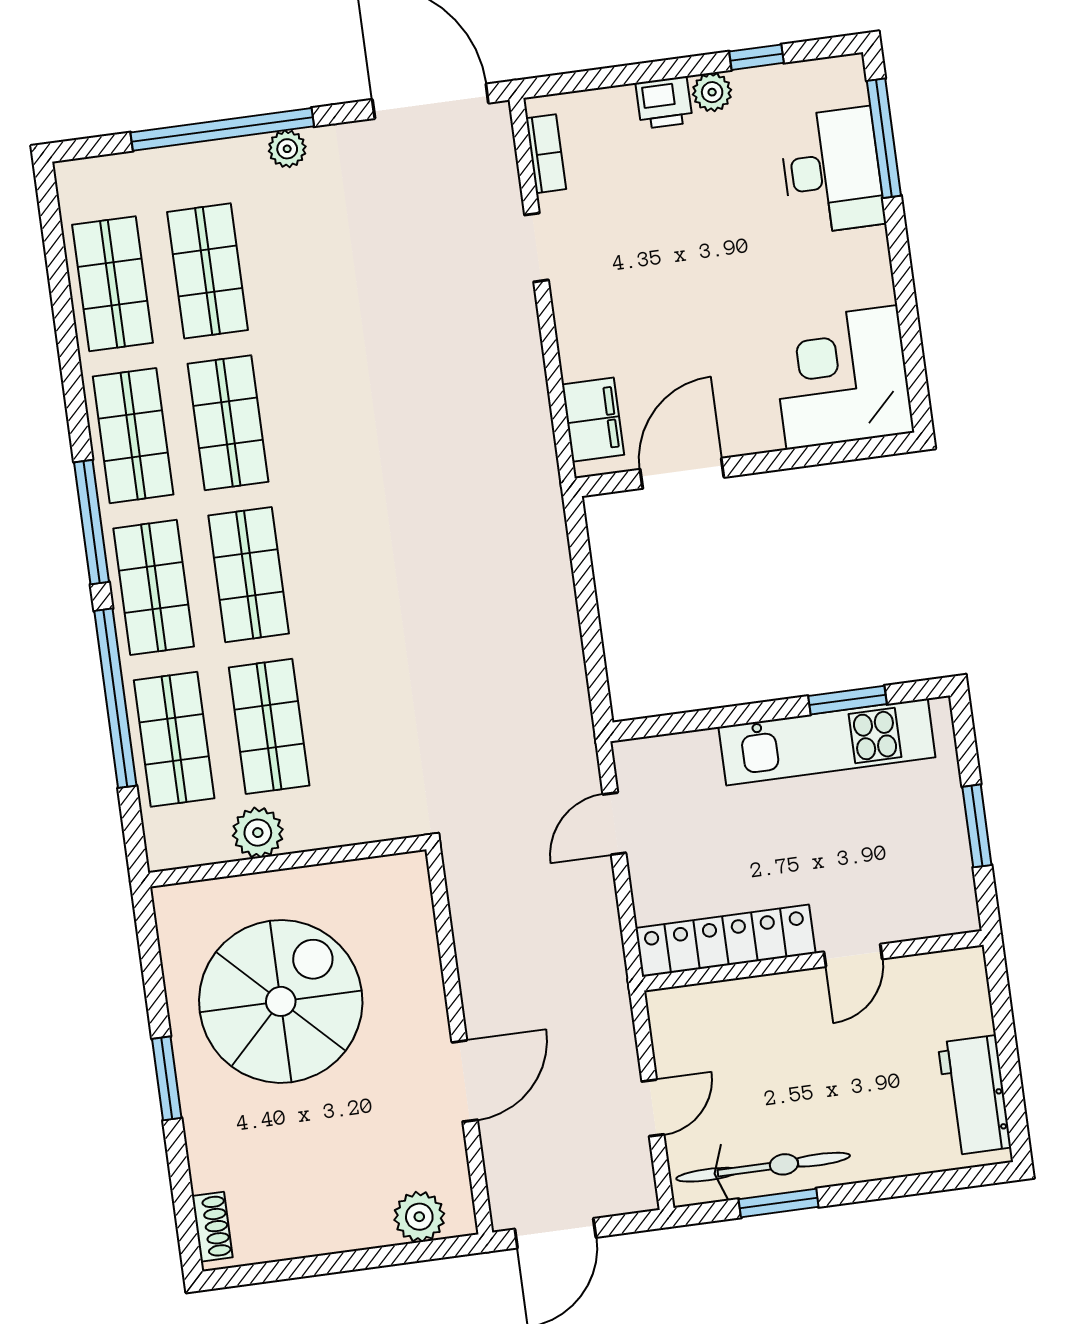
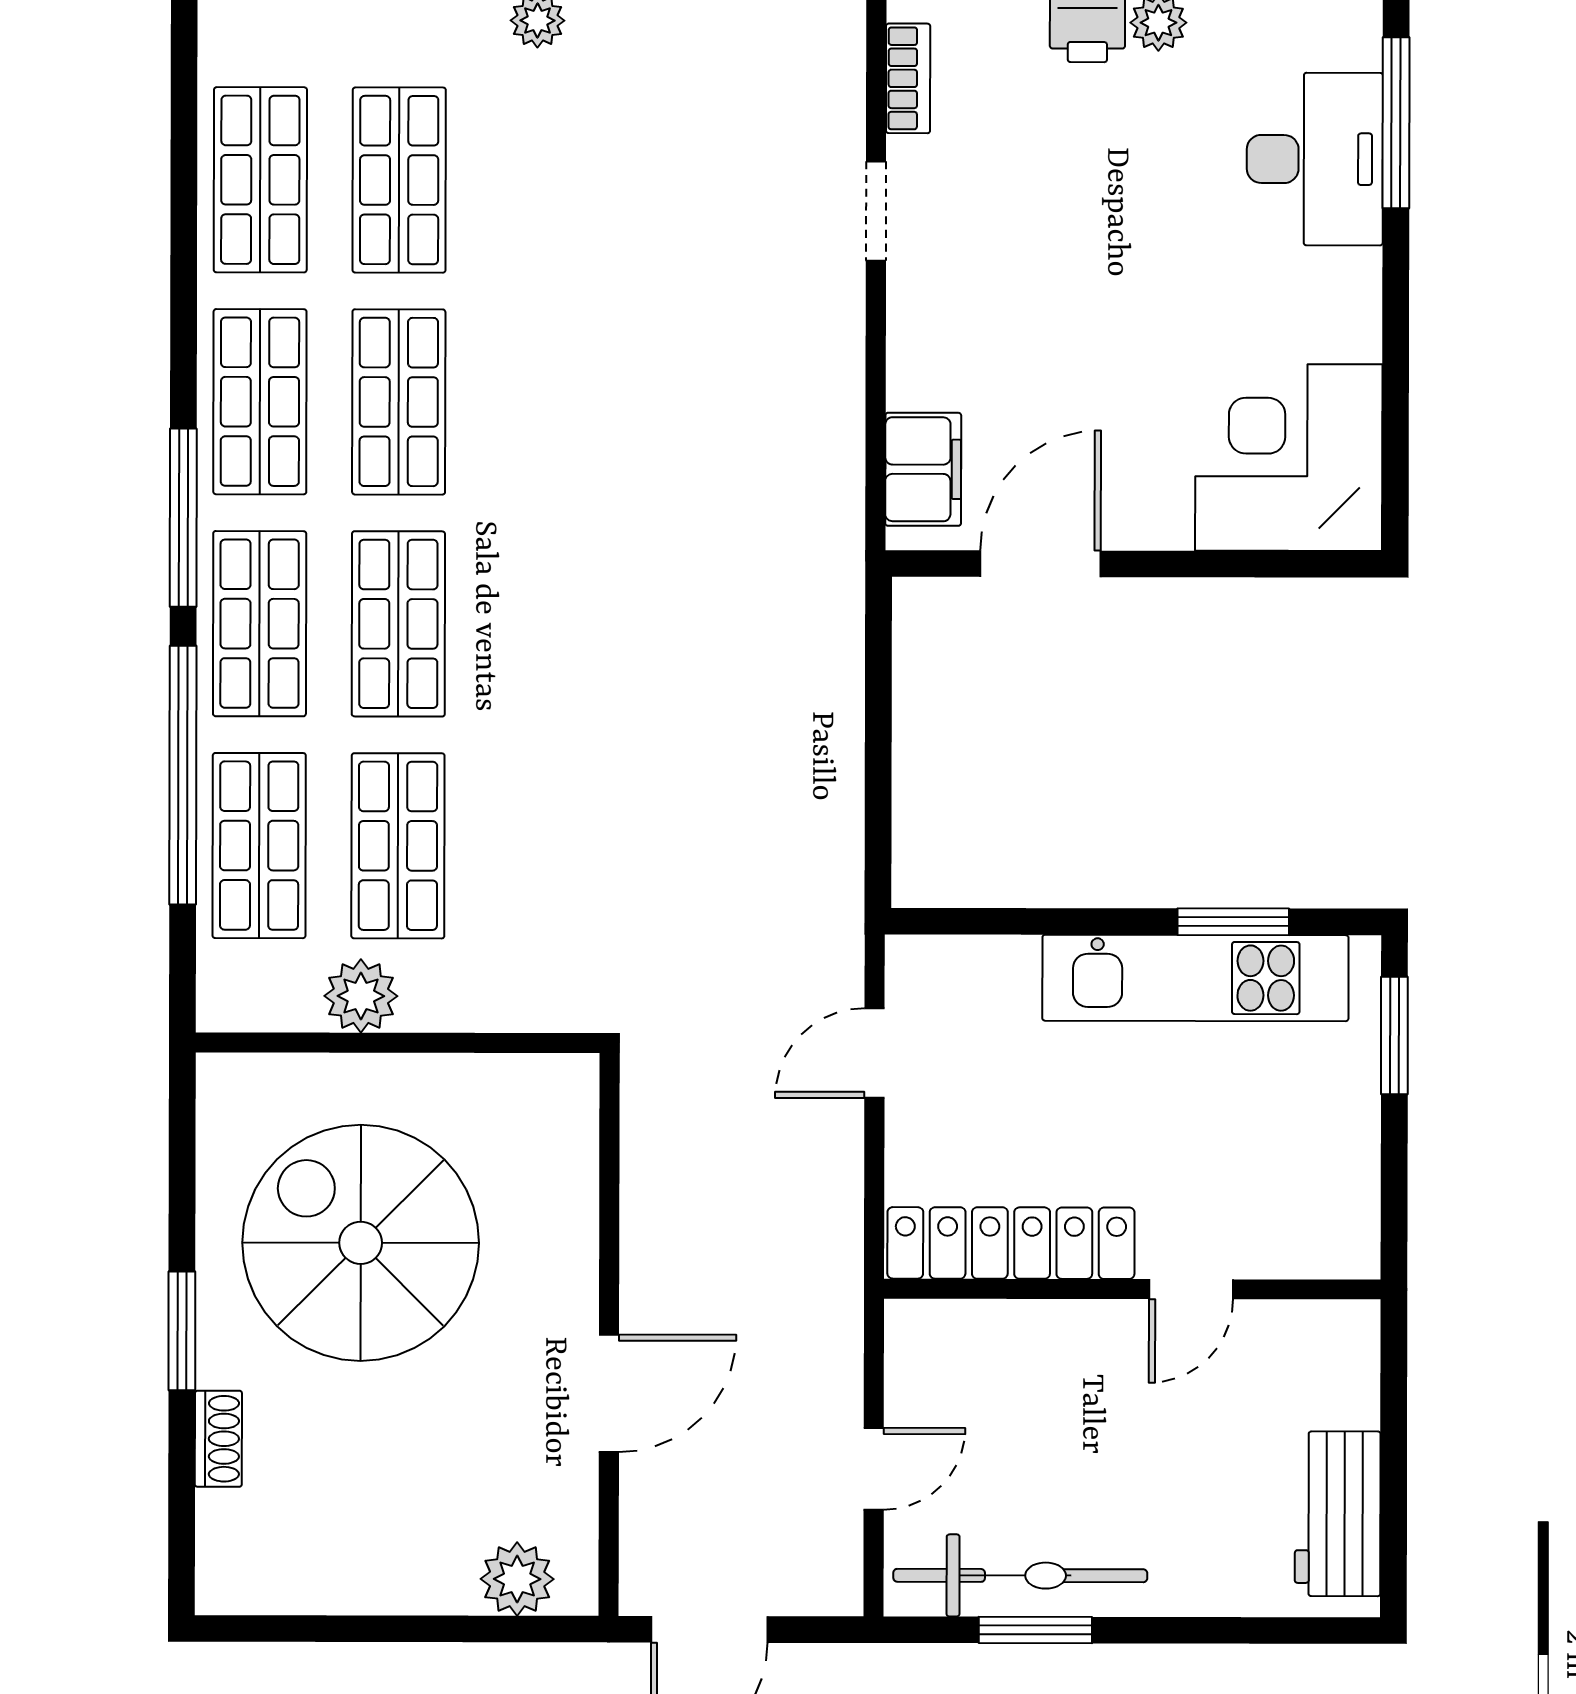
window: (977, 826) -> (1394, 1036), moved
spiral stairs: (281, 1001) -> (361, 1243), turned -90
shoe rack: (212, 1227) -> (218, 1439), moved

